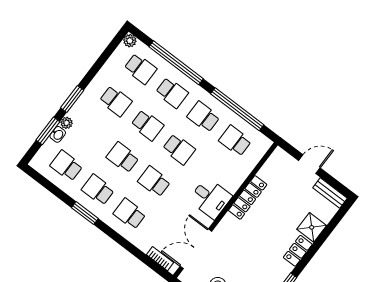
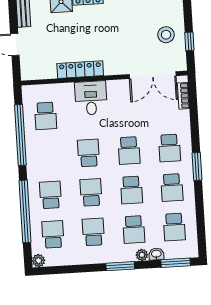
school desk: (203, 117) -> (134, 229), moved
window: (48, 131) -> (176, 263), moved
desk: (210, 198) -> (91, 98), moved
window: (85, 213) -> (197, 166), moved

